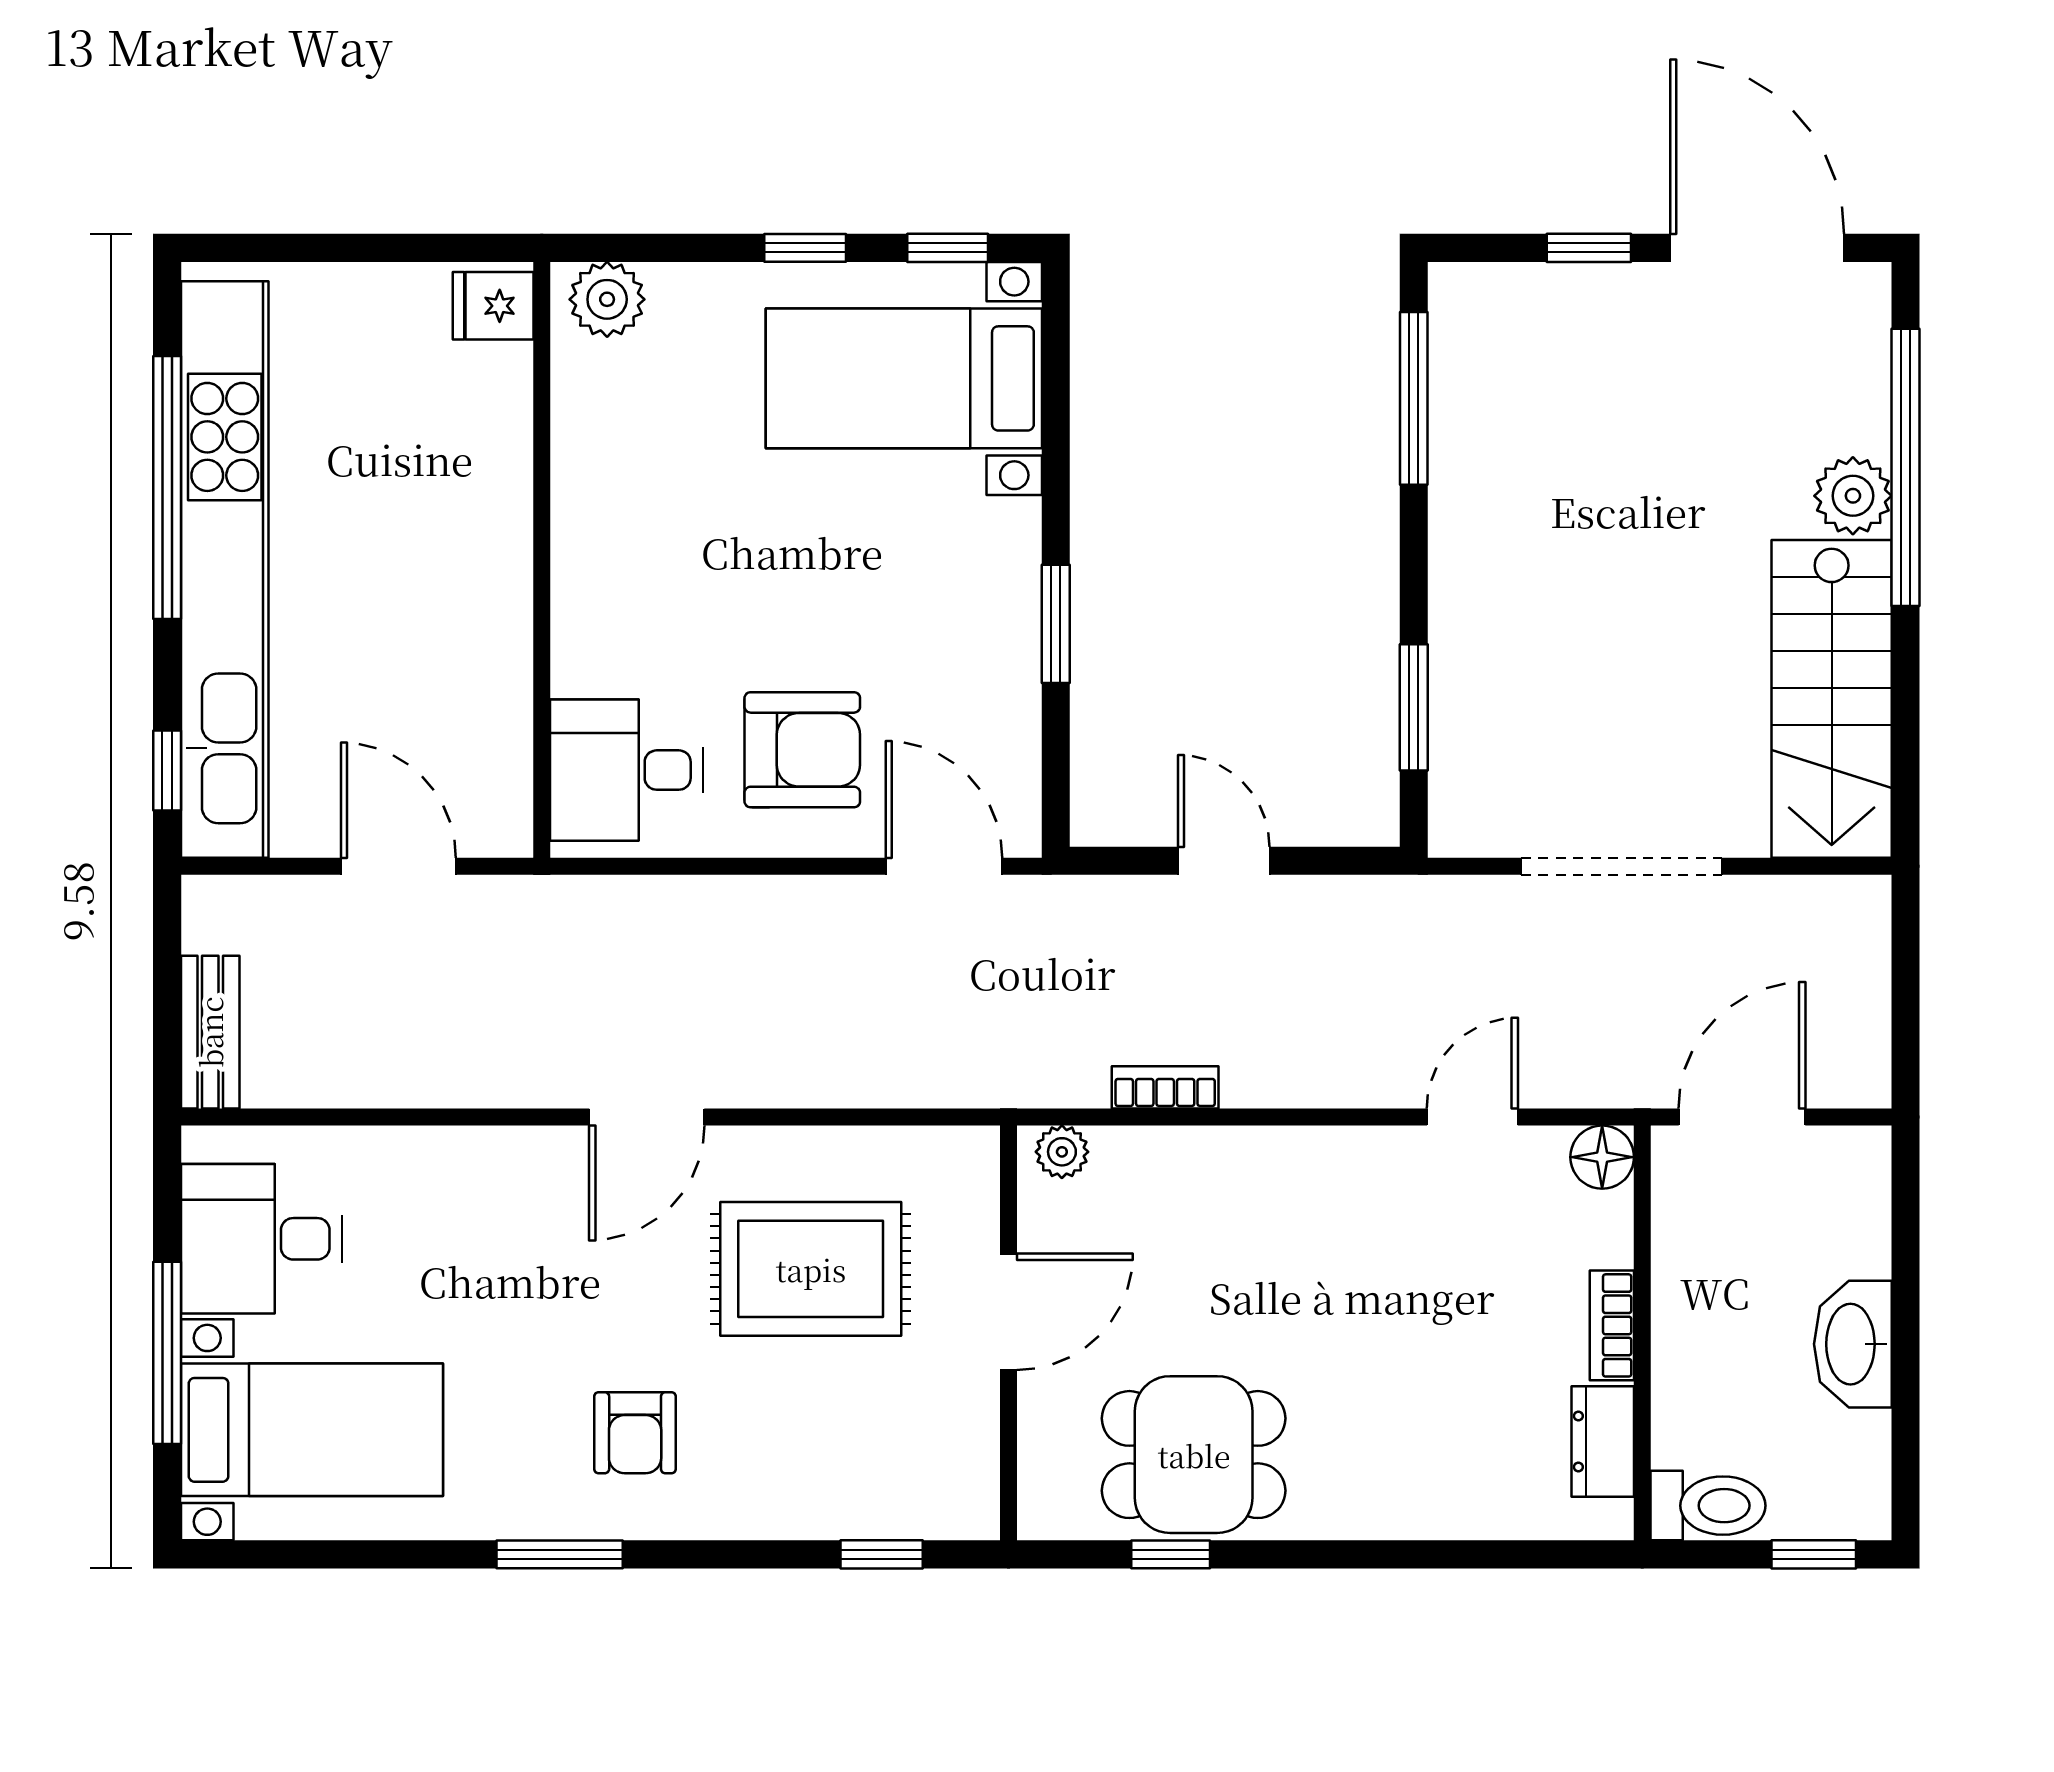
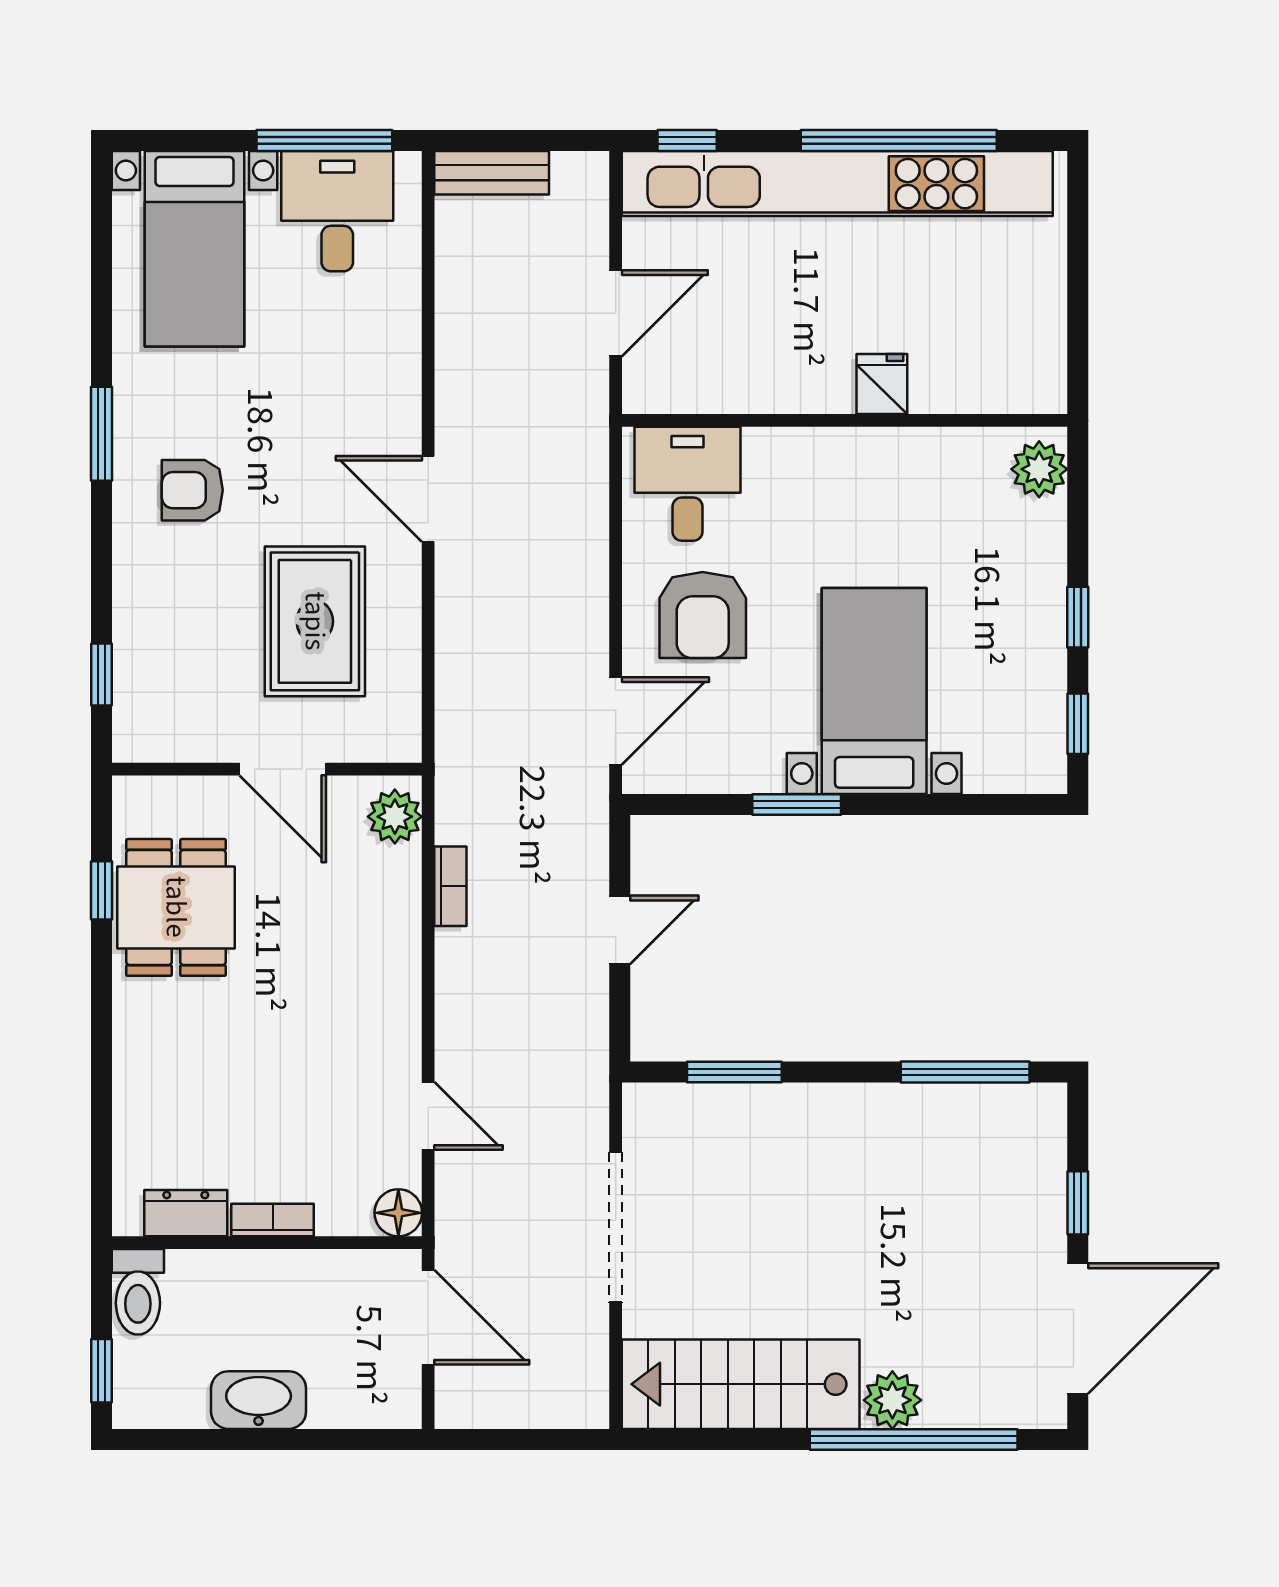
fridge: (493, 306) -> (882, 384), moved
bed with nightstands: (904, 378) -> (874, 691), moved
plant: (1062, 1152) -> (395, 817), width x1.38, depth x1.38
window: (167, 1353) -> (324, 141), moved

